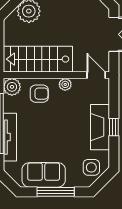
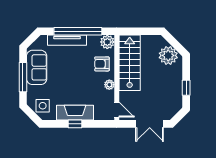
door: (96, 75) -> (117, 110), hinge flipped
armchair: (39, 94) -> (102, 64), turned 90

